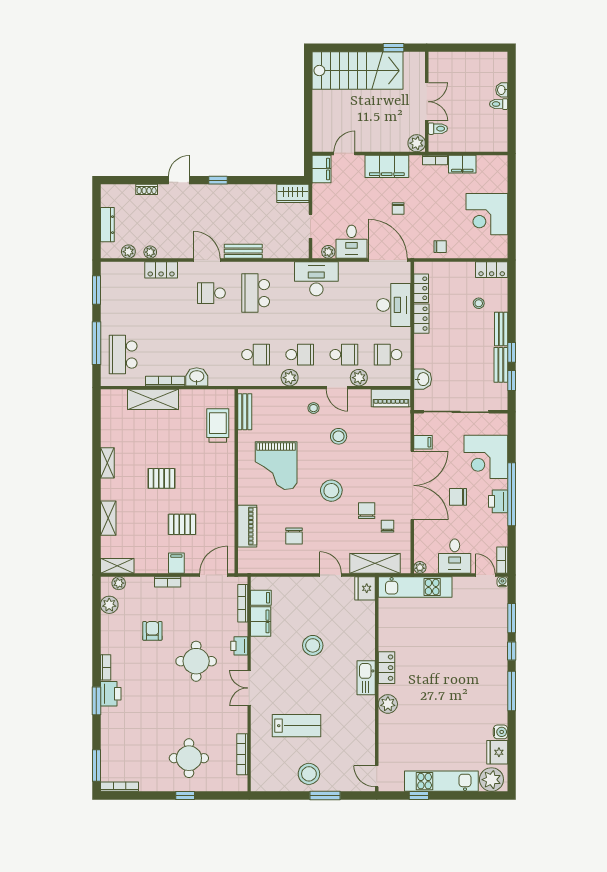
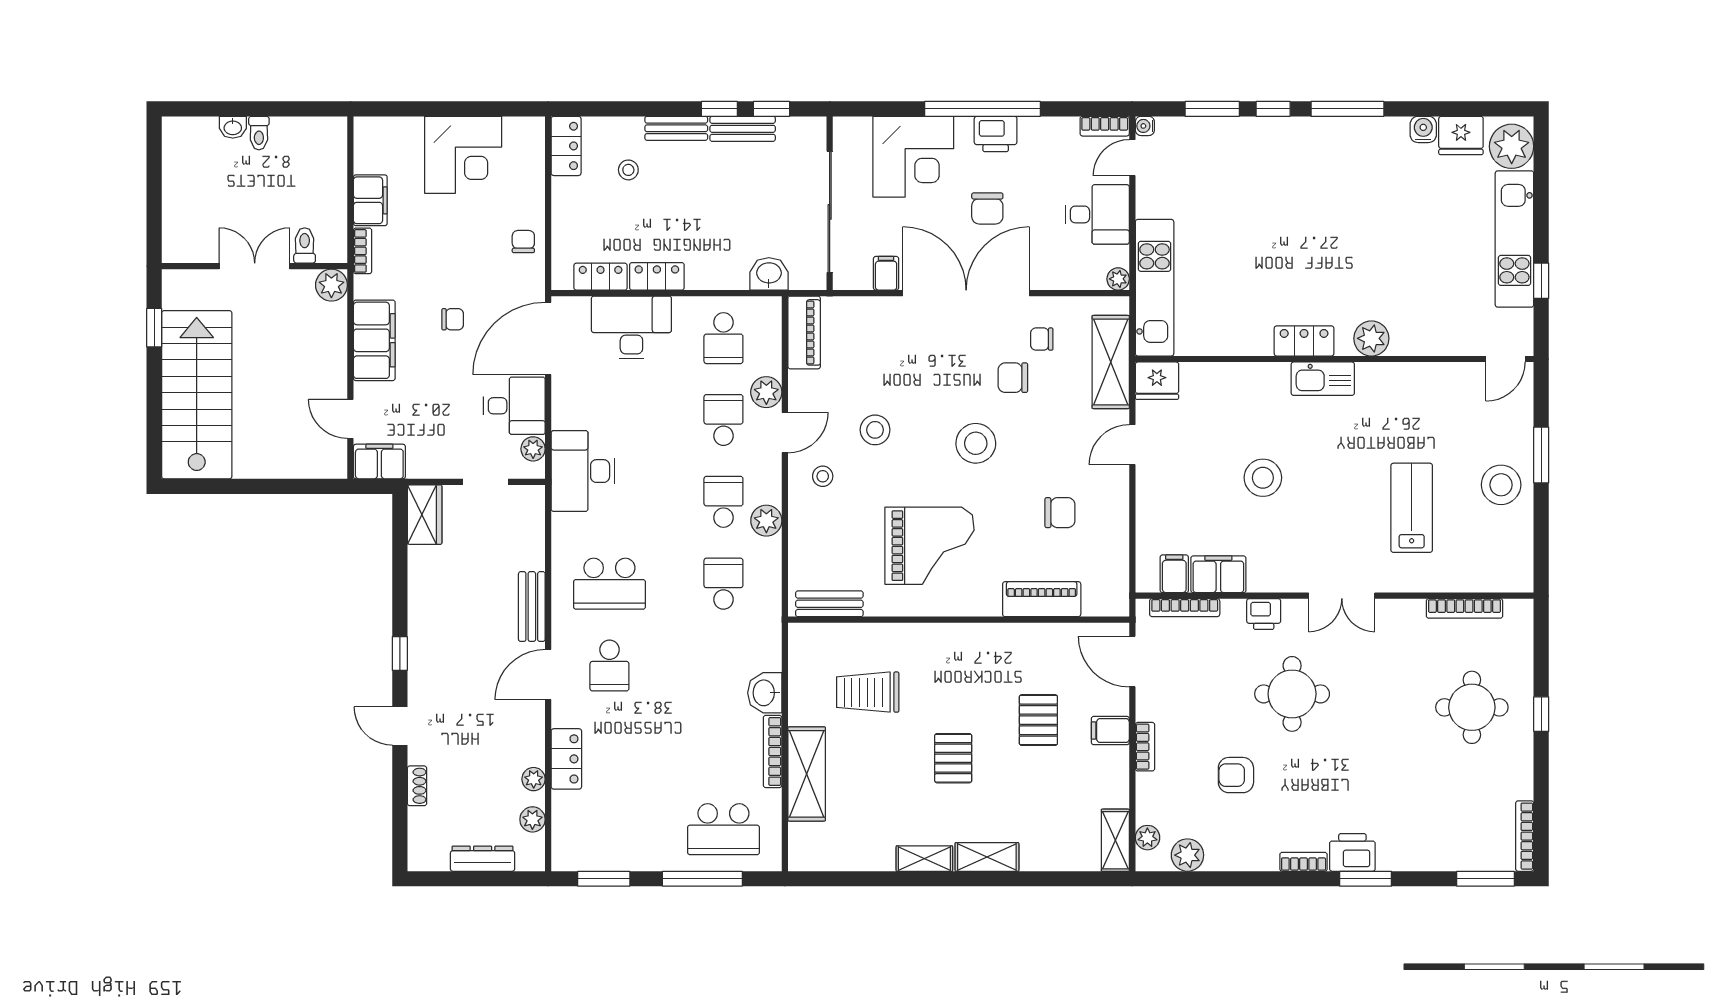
trolley: (218, 425) -> (868, 692), moved
shelving: (108, 518) -> (987, 857), moved

